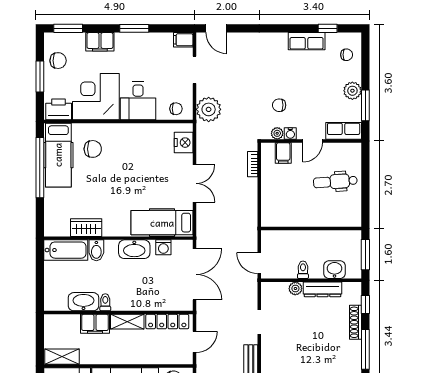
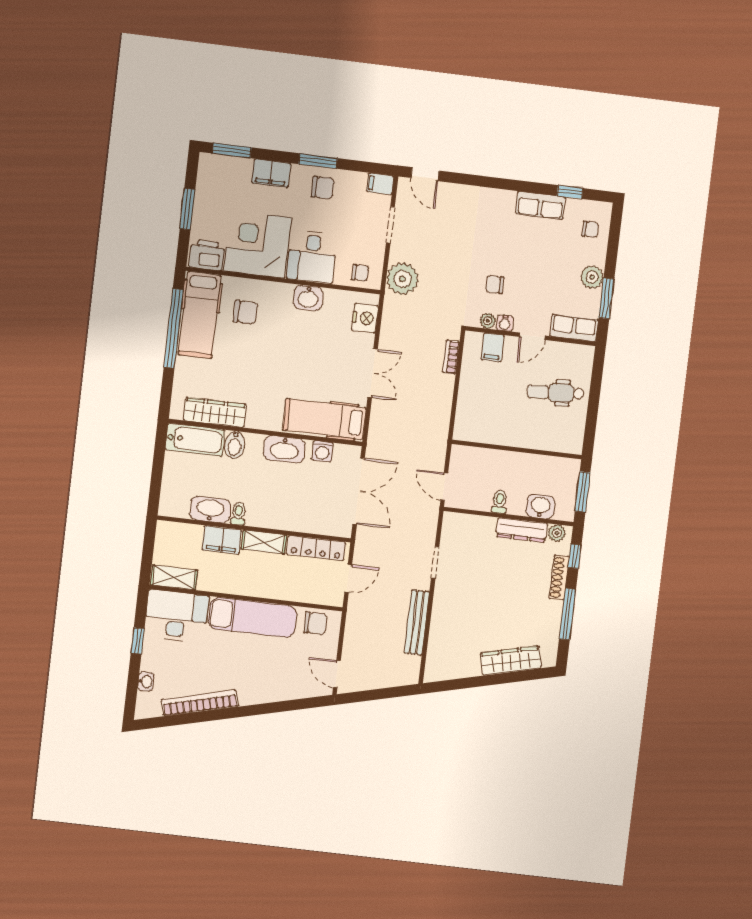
chair: (58, 61) -> (323, 188), moved
washbasin: (139, 132) -> (308, 298), added
wardrobe: (86, 228) -> (215, 412), width x1.50
plant: (295, 288) -> (557, 533), moved

